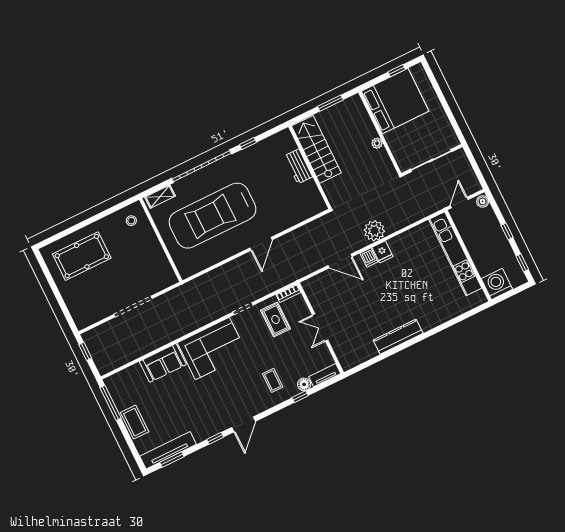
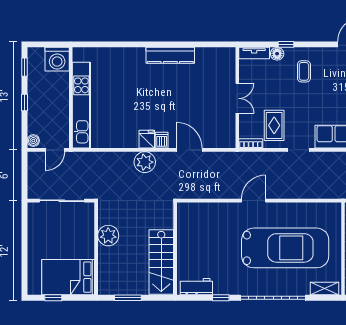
bed: (395, 101) -> (68, 277), width x0.73
plant: (377, 143) -> (108, 236), width x1.88, depth x1.88
workbench: (298, 166) -> (196, 287), moved, turned -90

